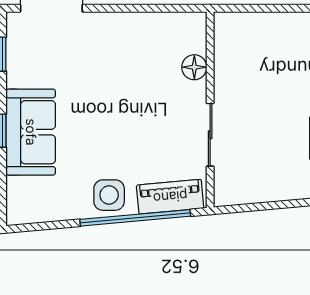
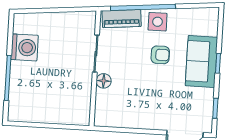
floor lamp: (194, 67) -> (104, 81), moved
armchair: (101, 139) -> (160, 55), added

